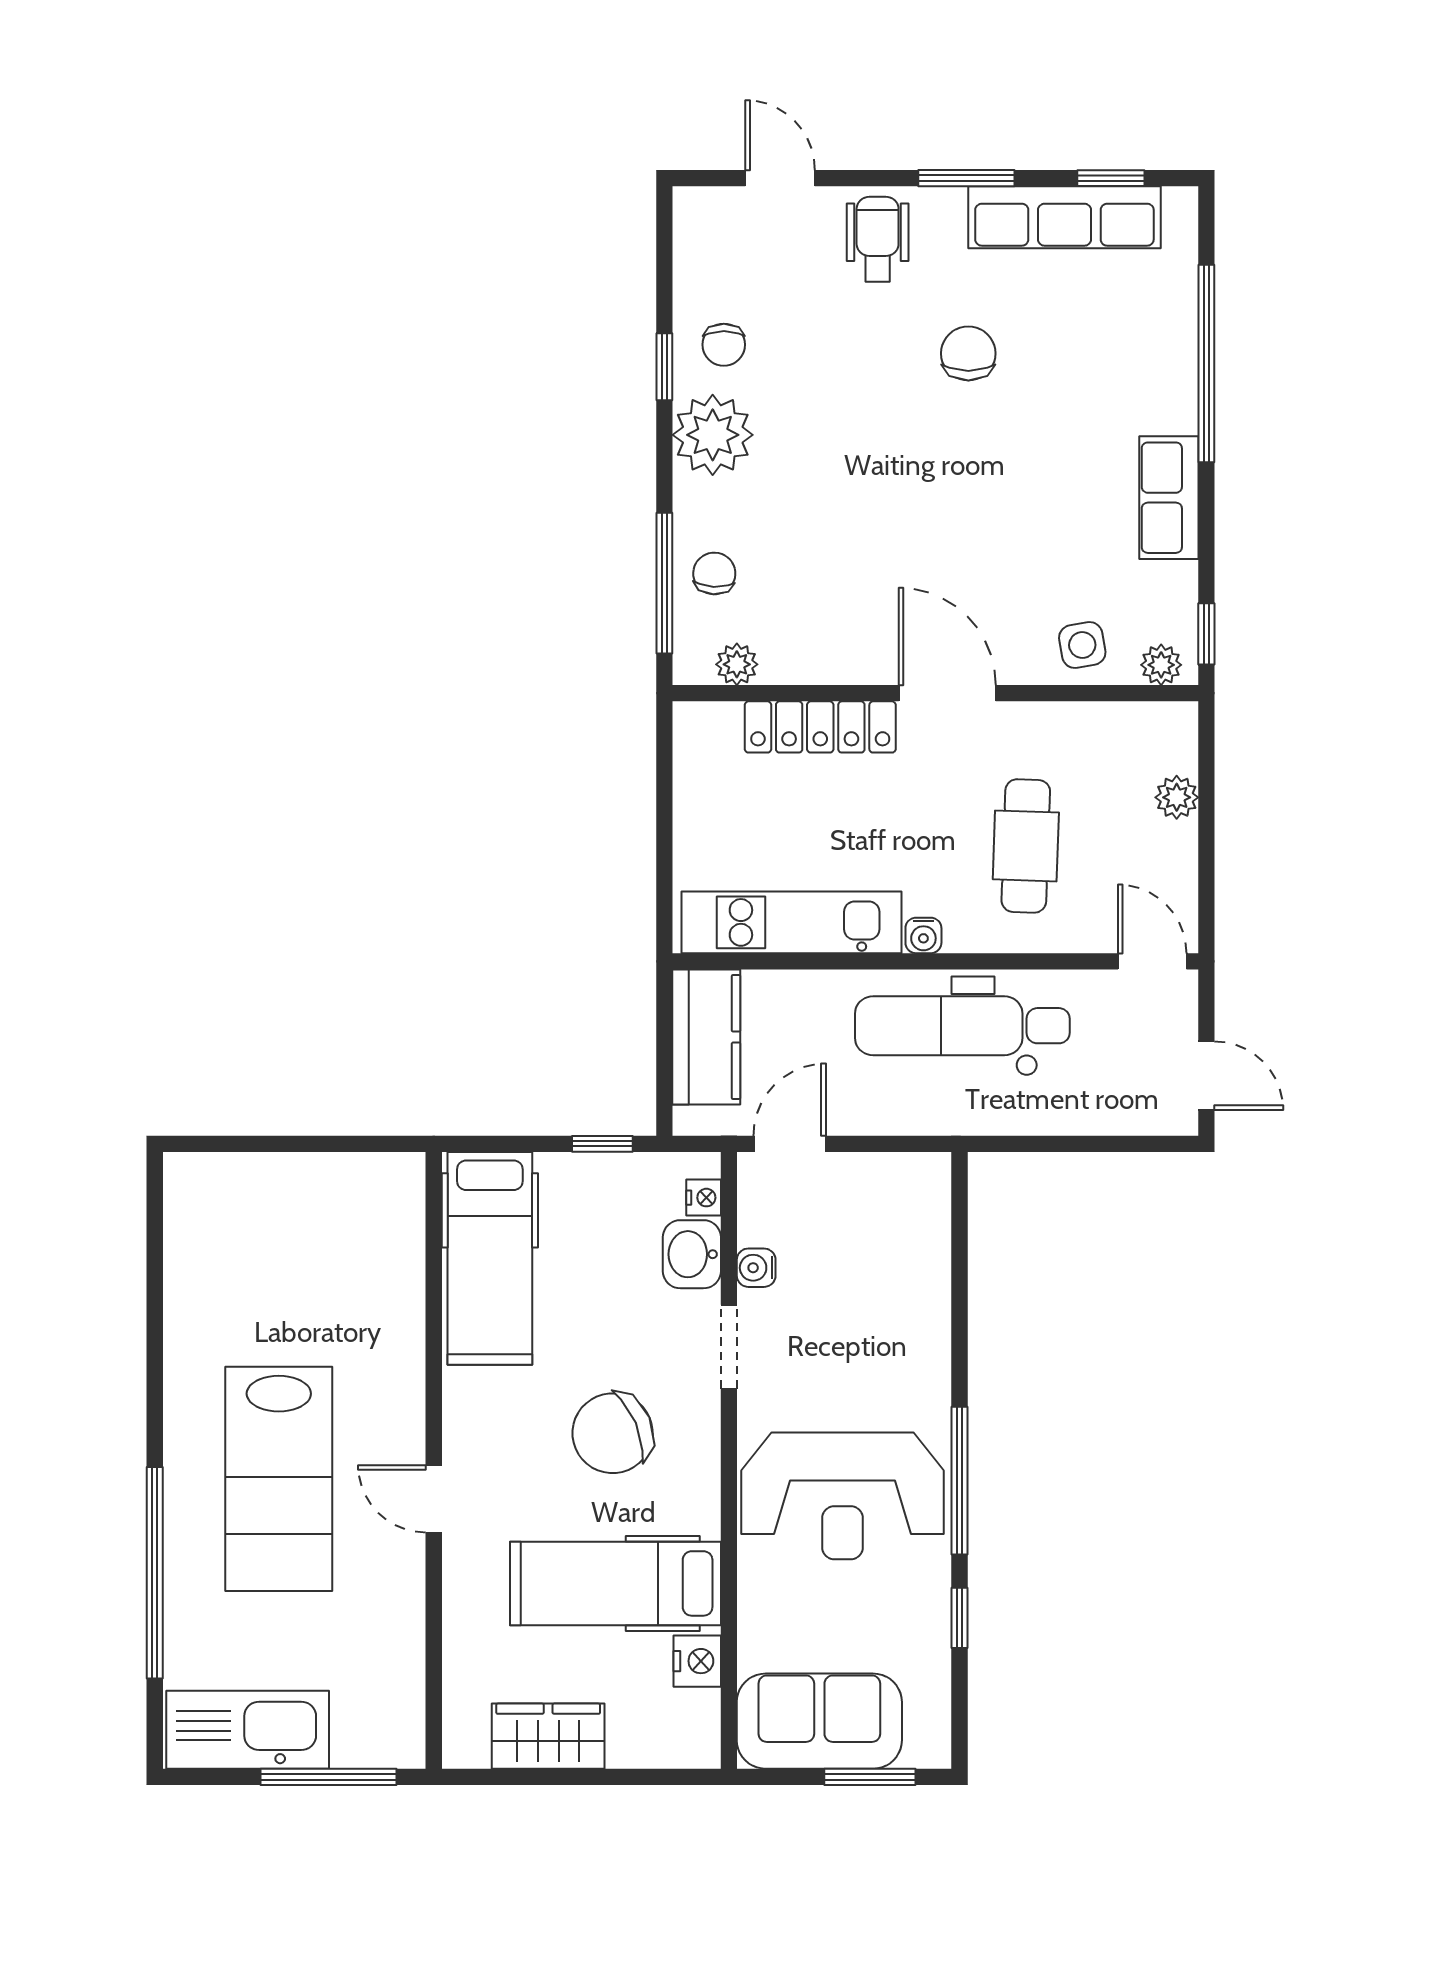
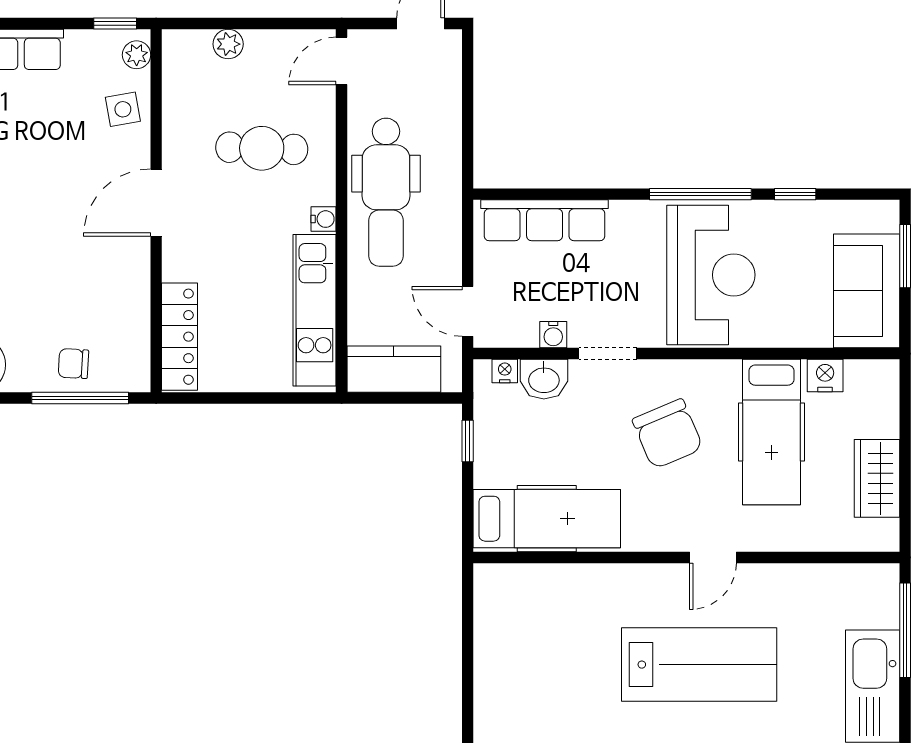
plant: (737, 664) -> (136, 348), removed
locker: (820, 727) -> (180, 337), moved
row of seats: (922, 1255) -> (545, 220), added

